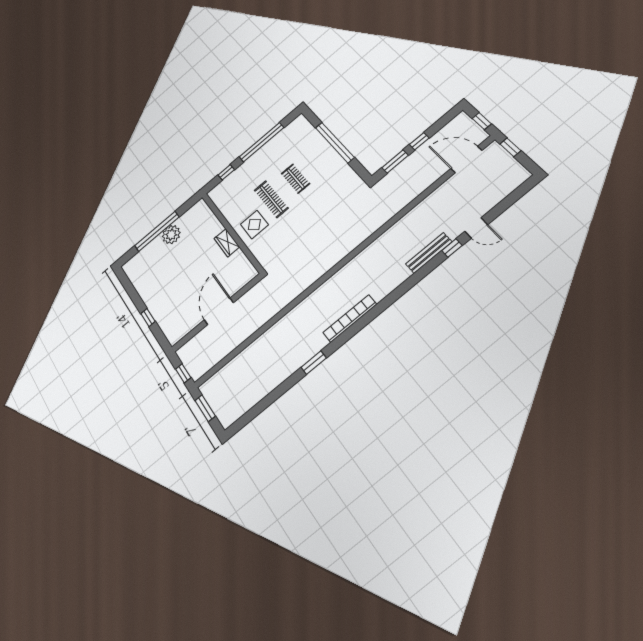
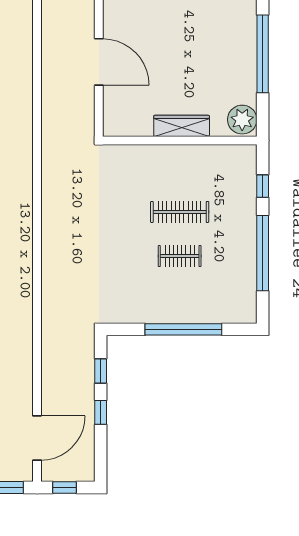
window: (395, 161) -> (101, 371), width x0.67
display table: (254, 225) -> (166, 172), removed
plant: (171, 235) -> (242, 120), moved
wardrobe: (227, 243) -> (182, 126), width x1.50

